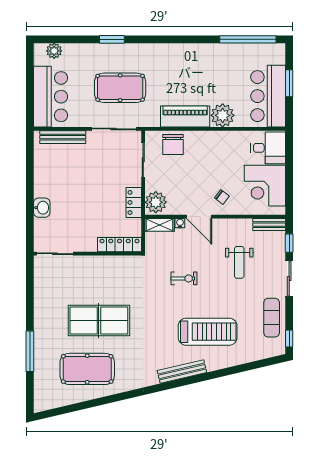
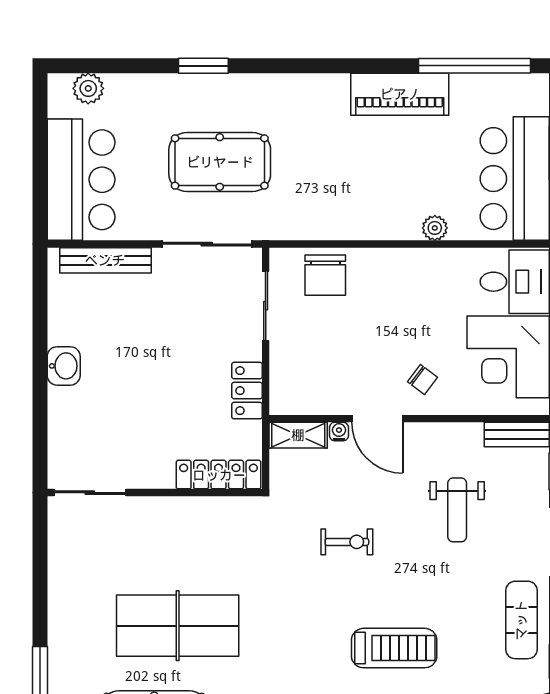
plant: (223, 115) -> (435, 228), width x0.53, depth x0.53
piano: (185, 117) -> (400, 94), moved, turned 180
plant: (156, 202) -> (291, 390), removed
washbasin: (42, 208) -> (64, 366), moved
treadmill: (208, 332) -> (394, 648), width x0.73, depth x0.73

